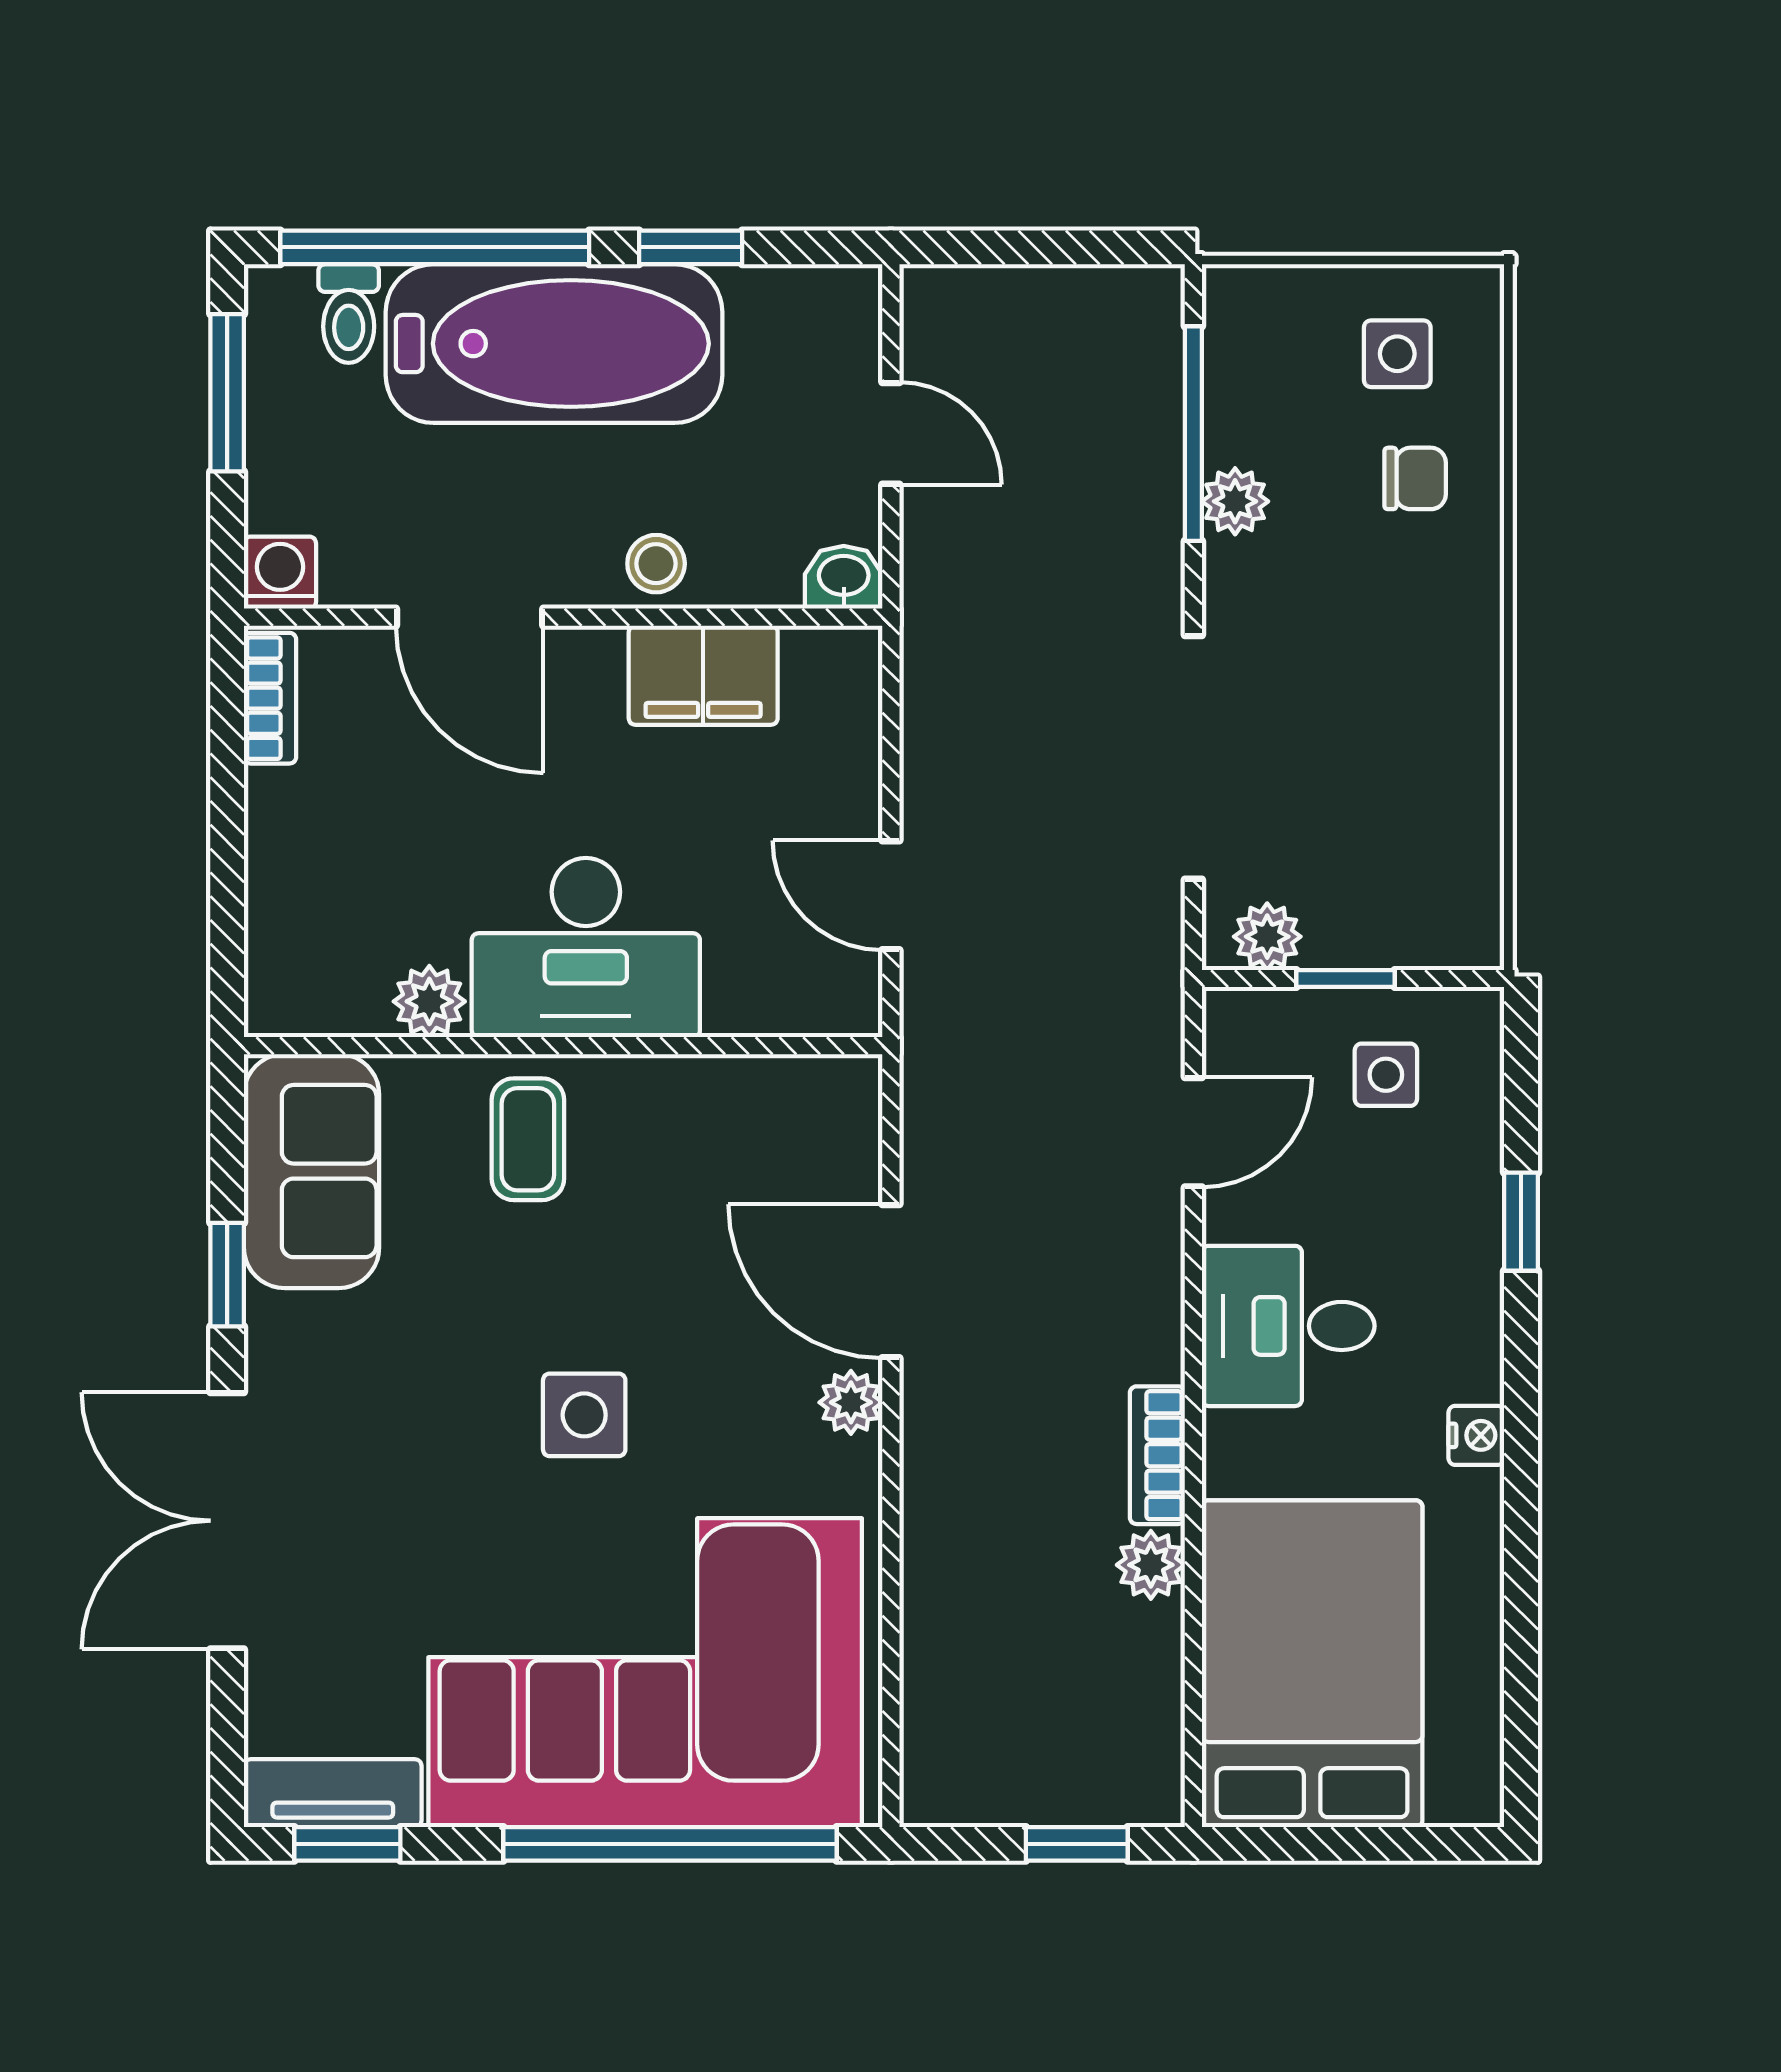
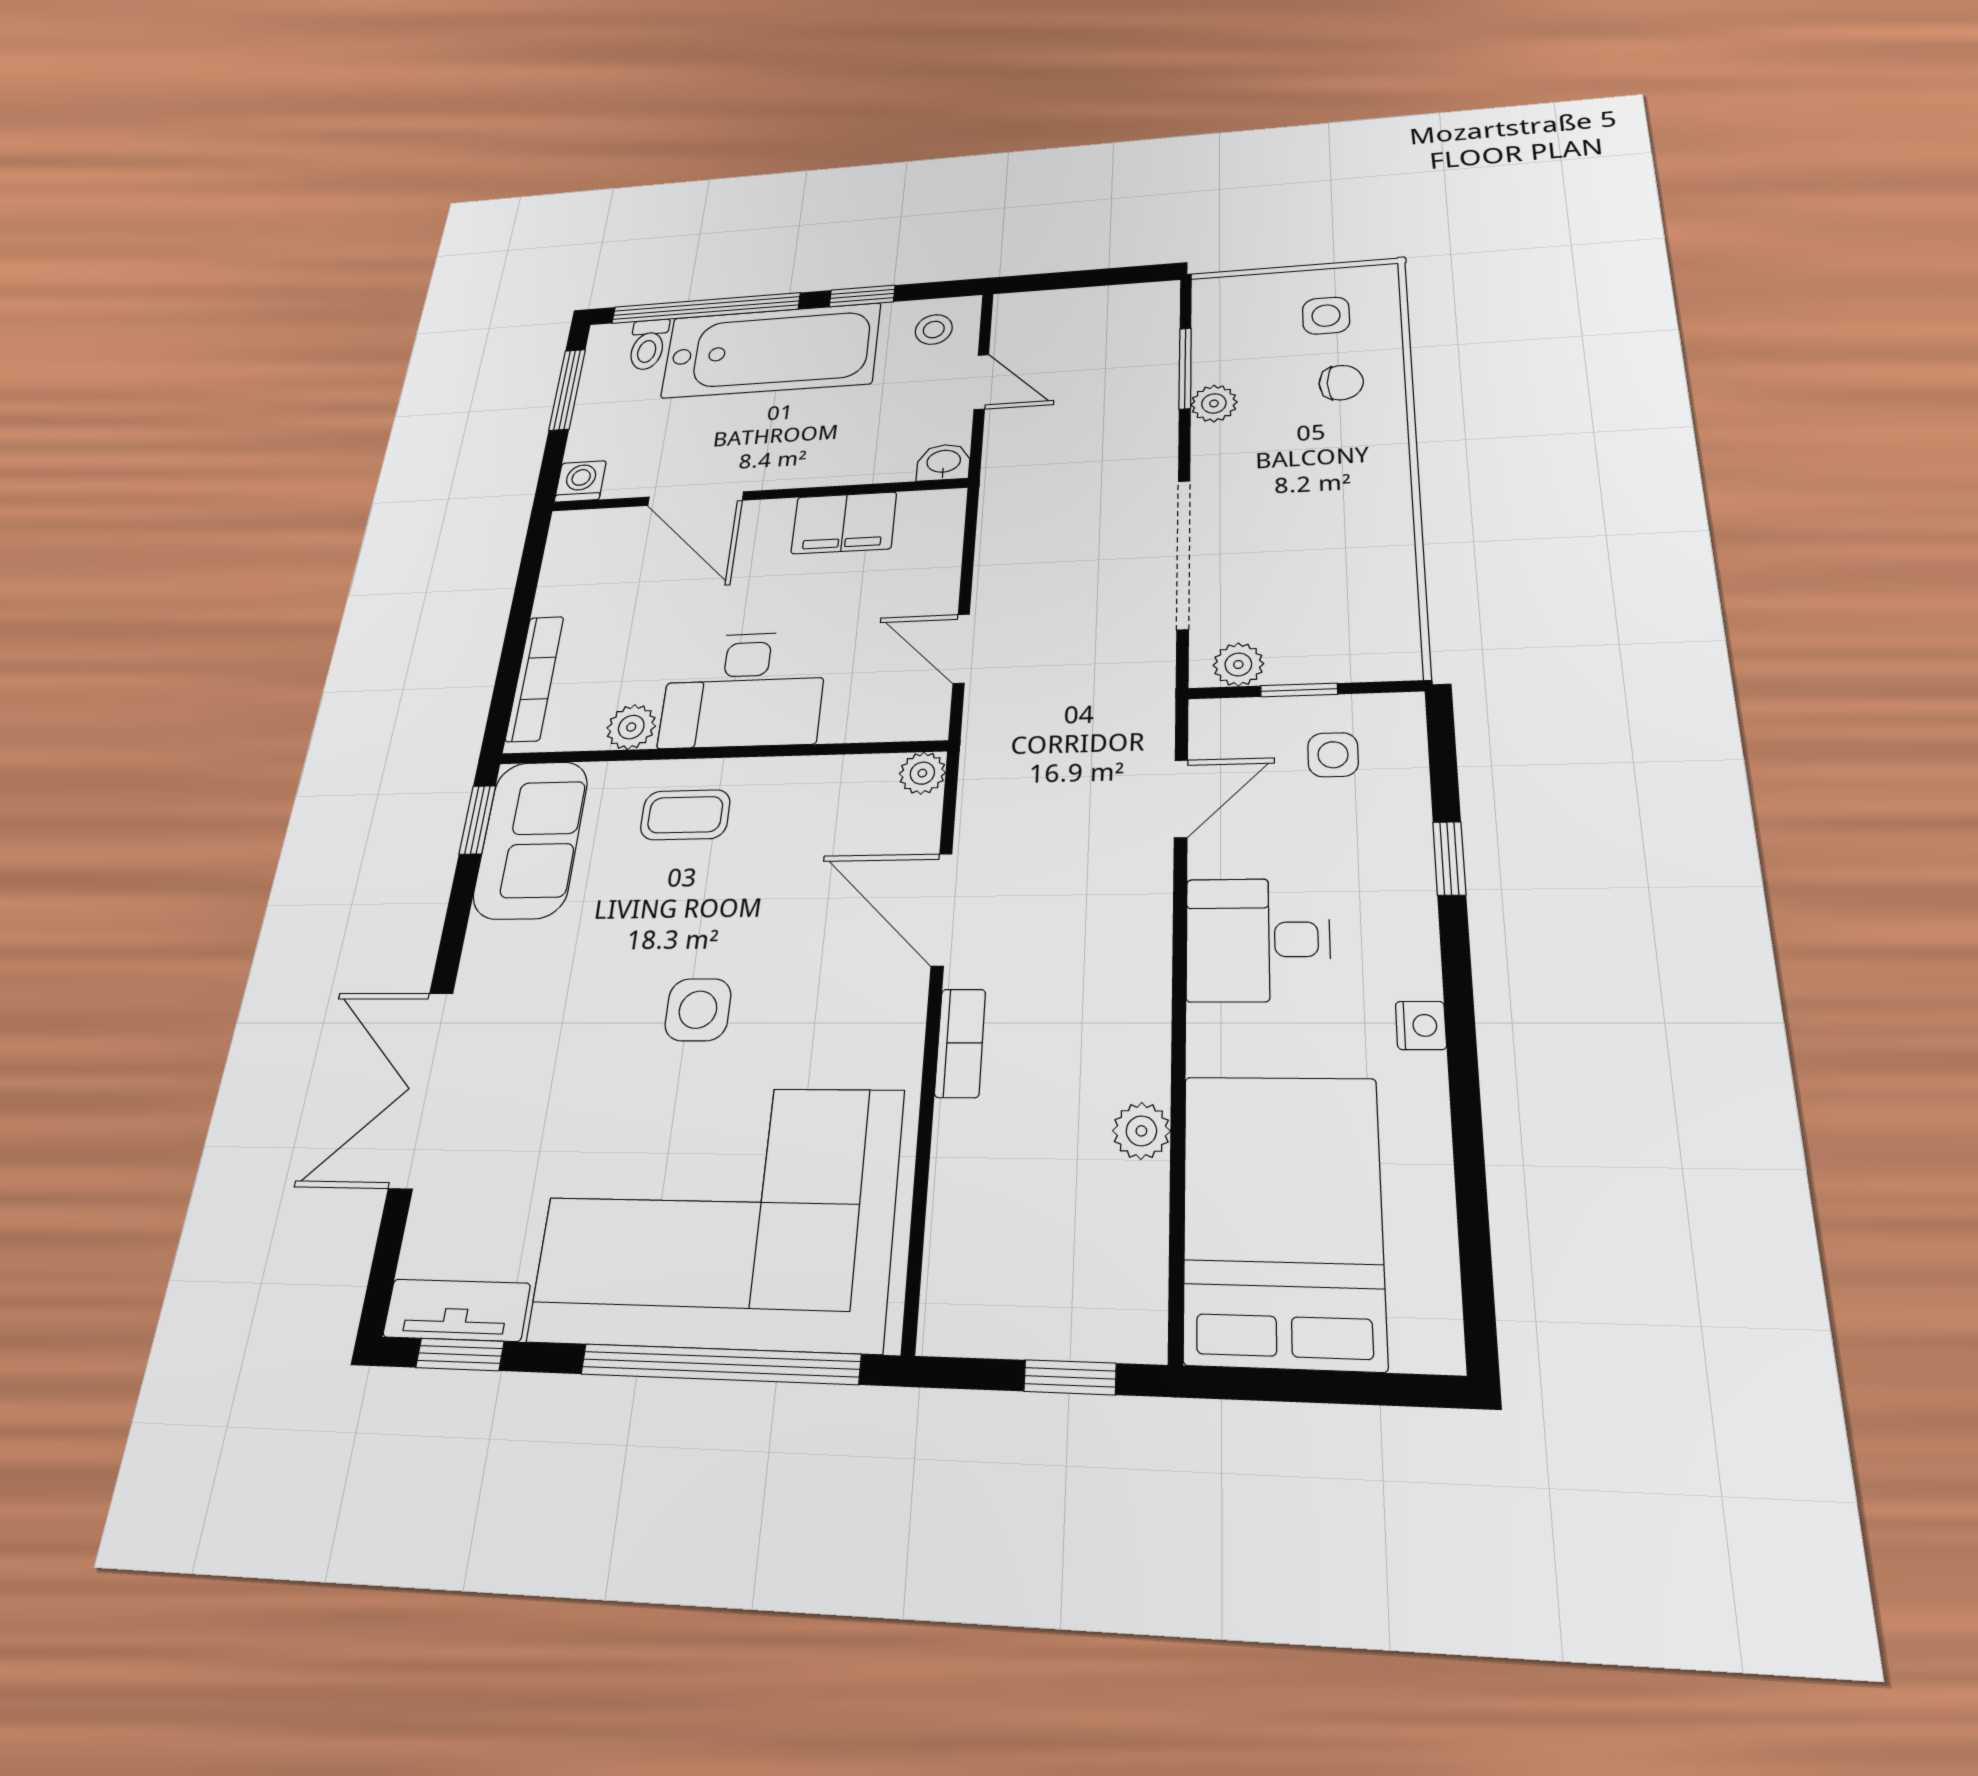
window: (1193, 434) -> (1185, 368), width x0.69
stool: (656, 564) -> (934, 329), moved
bookcase: (270, 698) -> (535, 678), moved, width x1.56
coffee table: (528, 1139) -> (685, 815), turned 90
window: (227, 1275) -> (477, 820), moved
plant: (851, 1402) -> (922, 773), moved
bookcase: (1157, 1455) -> (960, 1043), moved, turned 180

